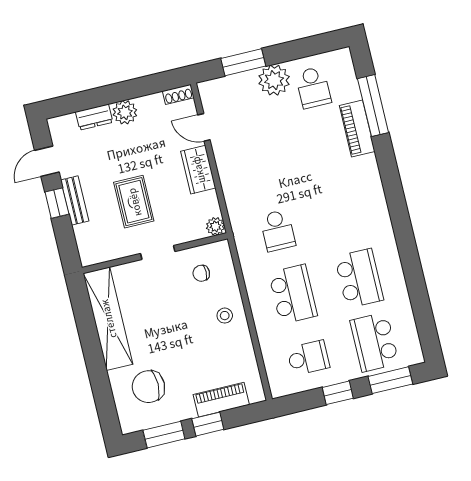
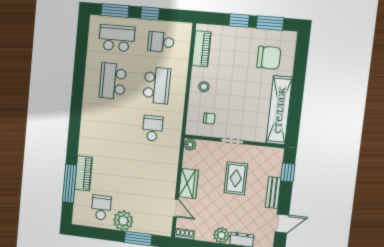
window: (57, 203) -> (288, 173), moved
school desk: (293, 294) -> (157, 85), turned 180
school desk: (374, 342) -> (117, 38), turned -90
piano: (221, 400) -> (201, 49), moved, turned -90

